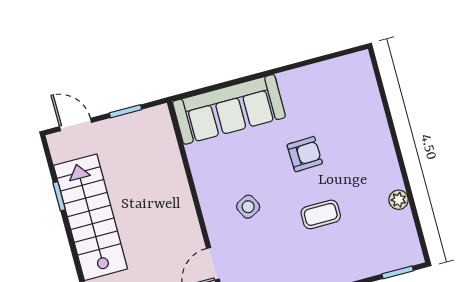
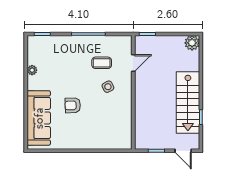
sofa: (229, 109) -> (39, 118), moved, turned 90
coffee table: (321, 214) -> (102, 63), moved

